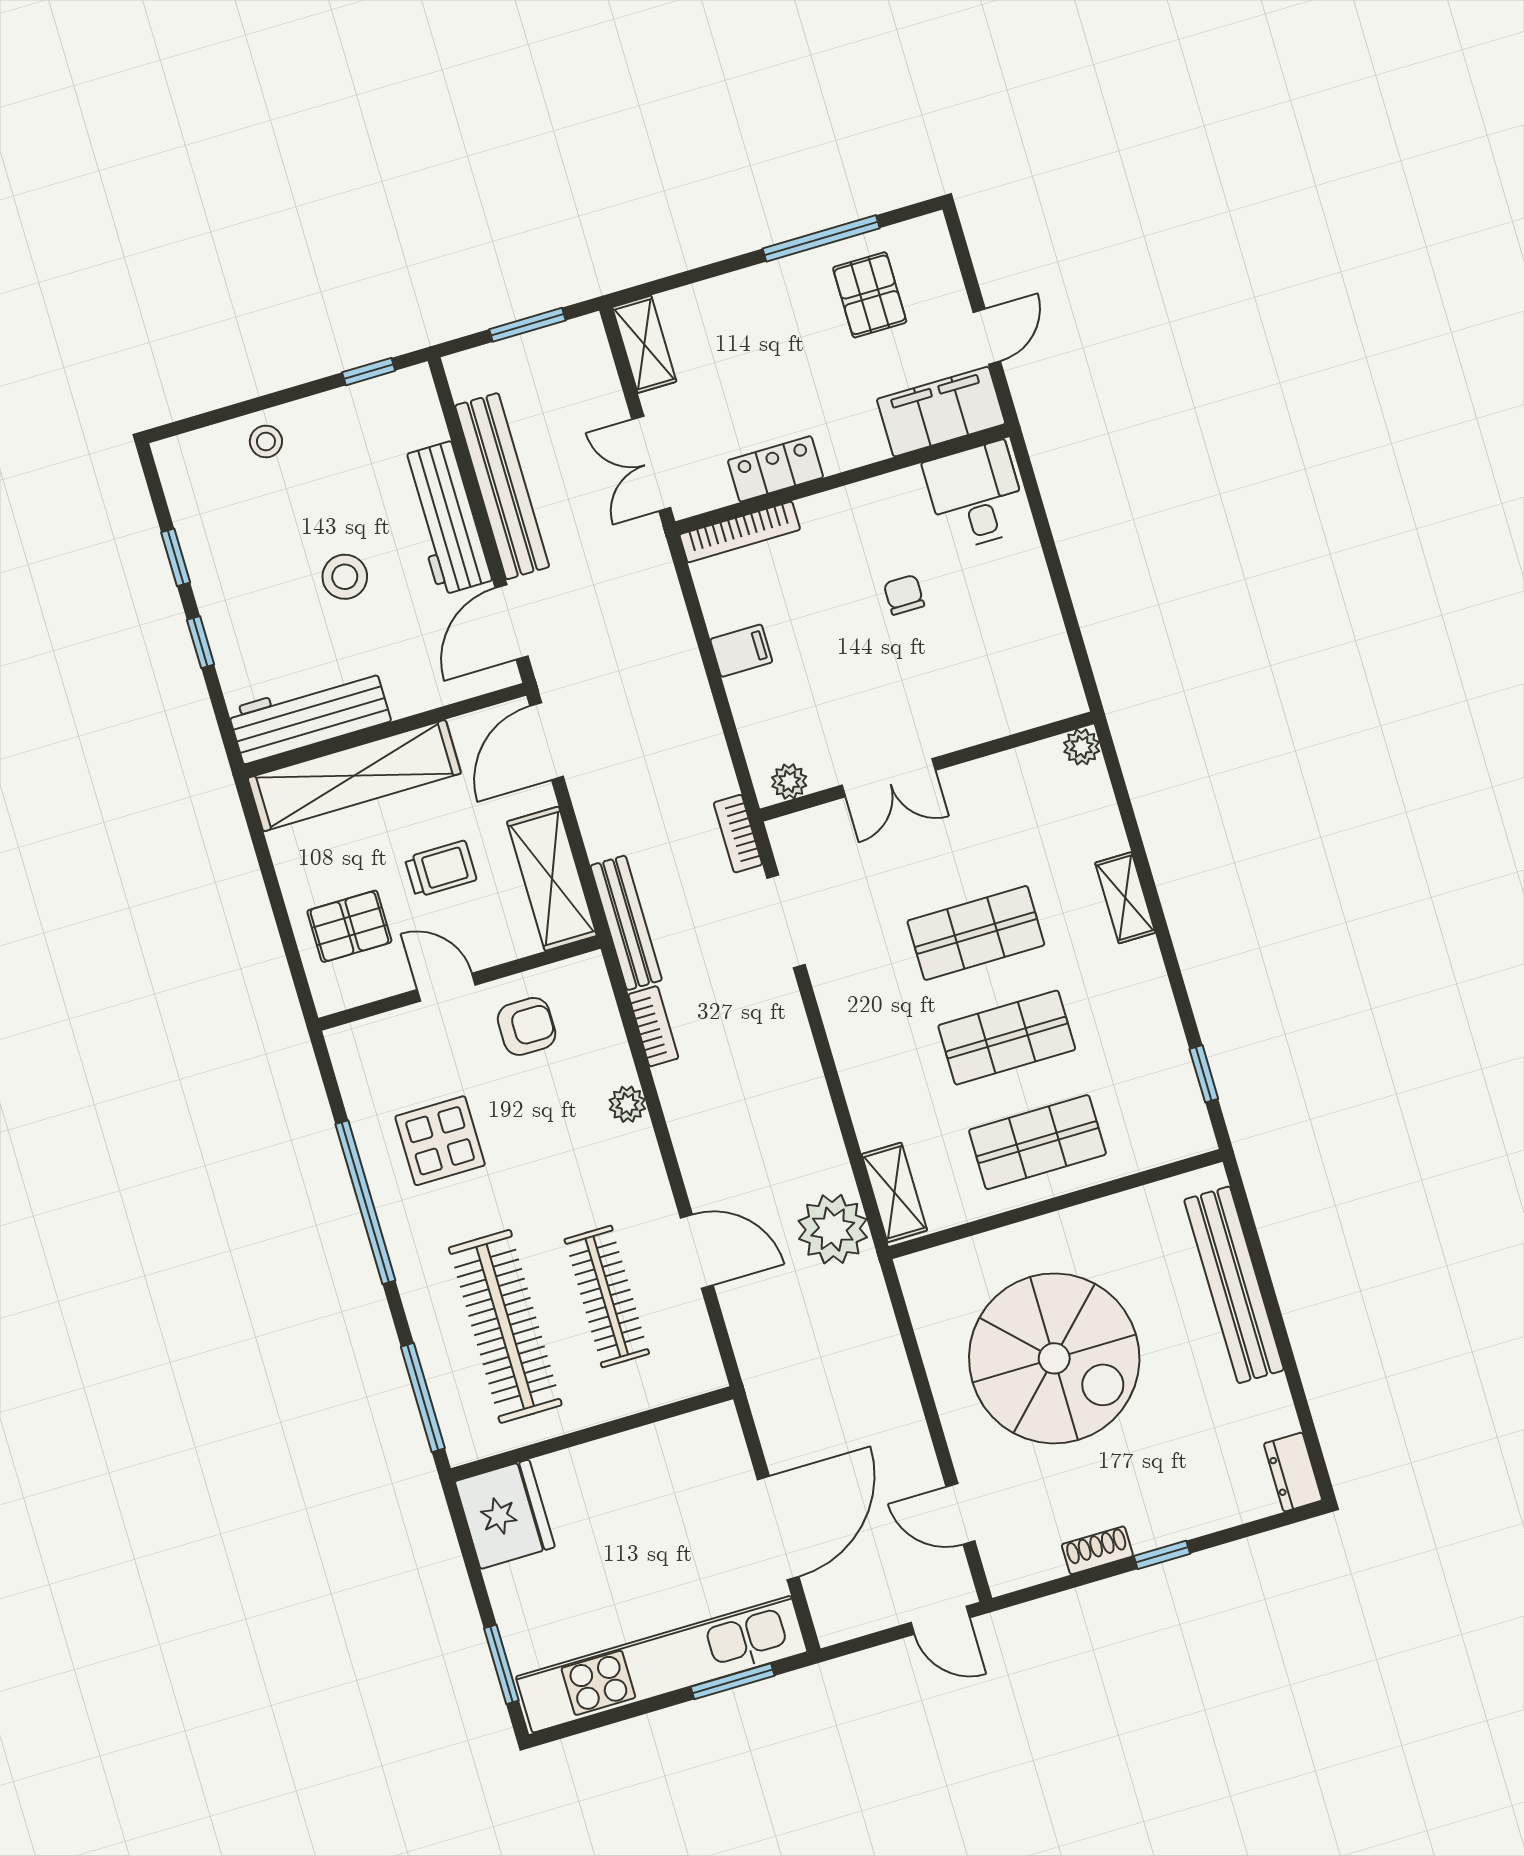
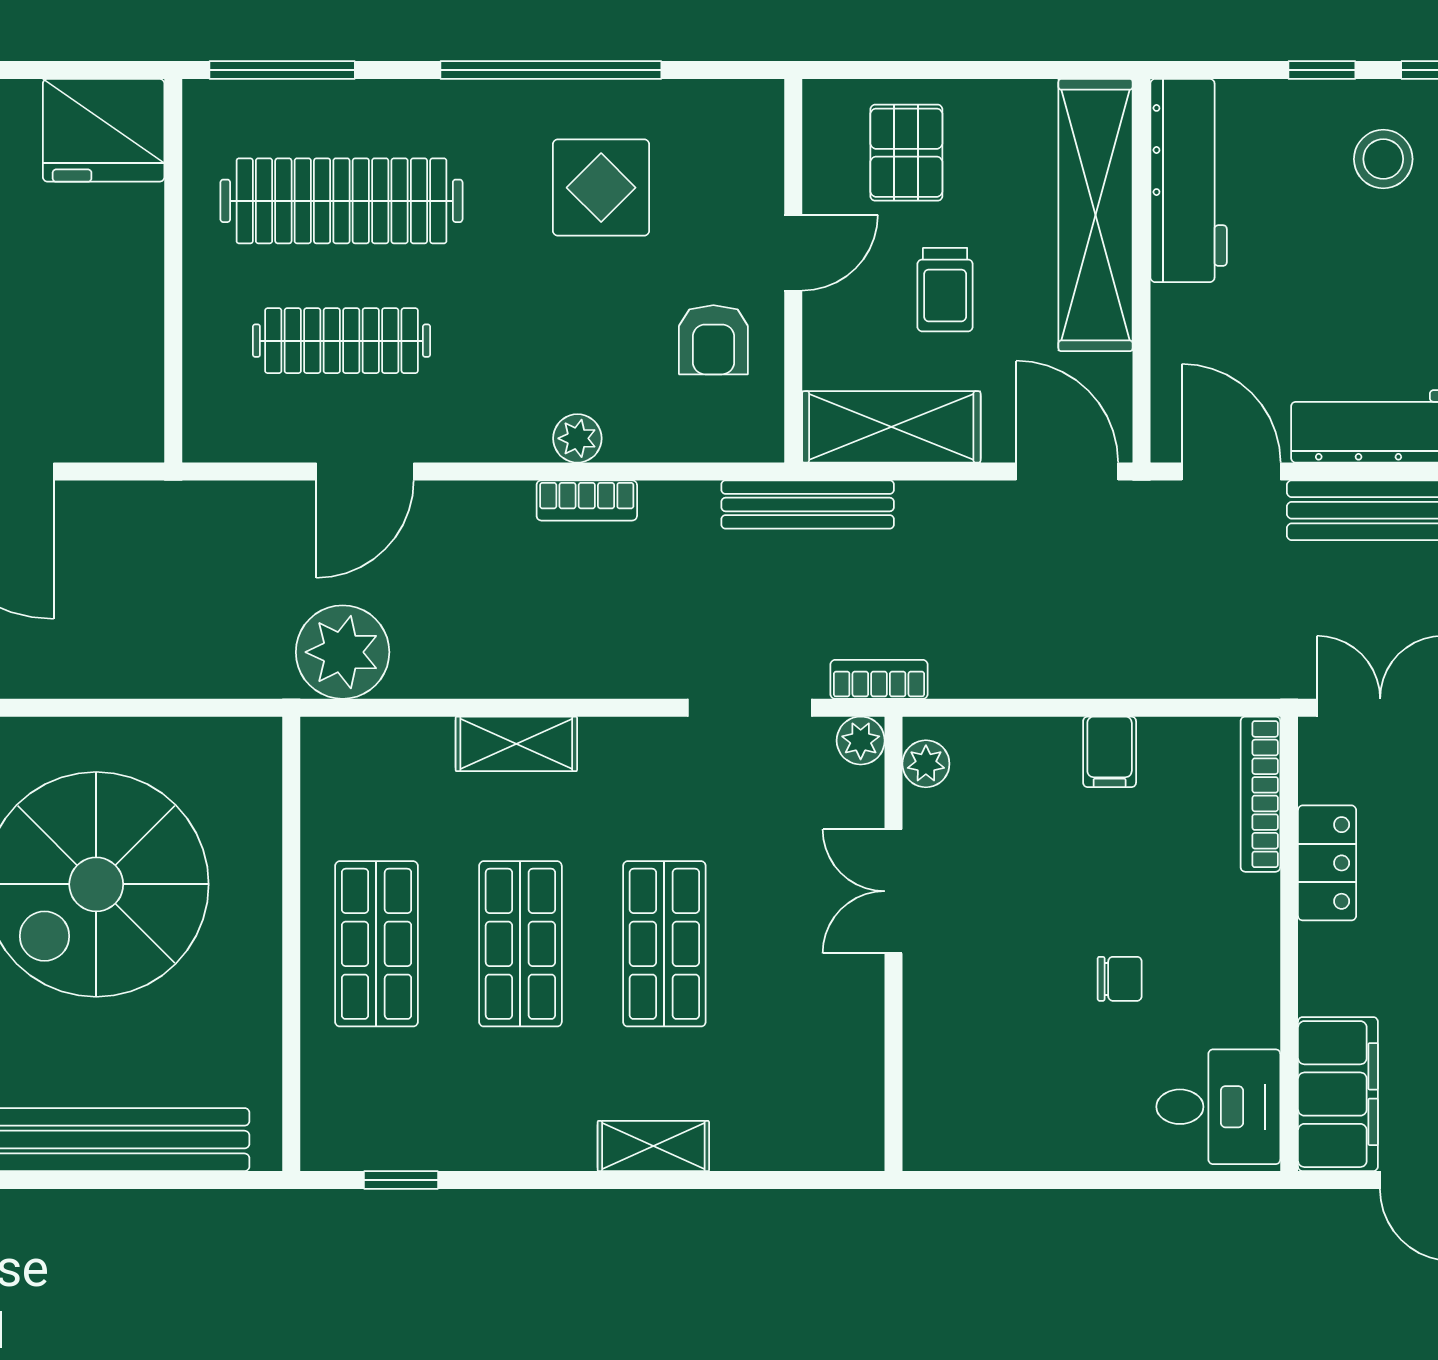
stool: (345, 577) -> (1383, 159), moved
plant: (1082, 747) -> (861, 741), moved
bookcase: (653, 1026) -> (587, 500), moved
shelving: (894, 1192) -> (516, 744), moved

